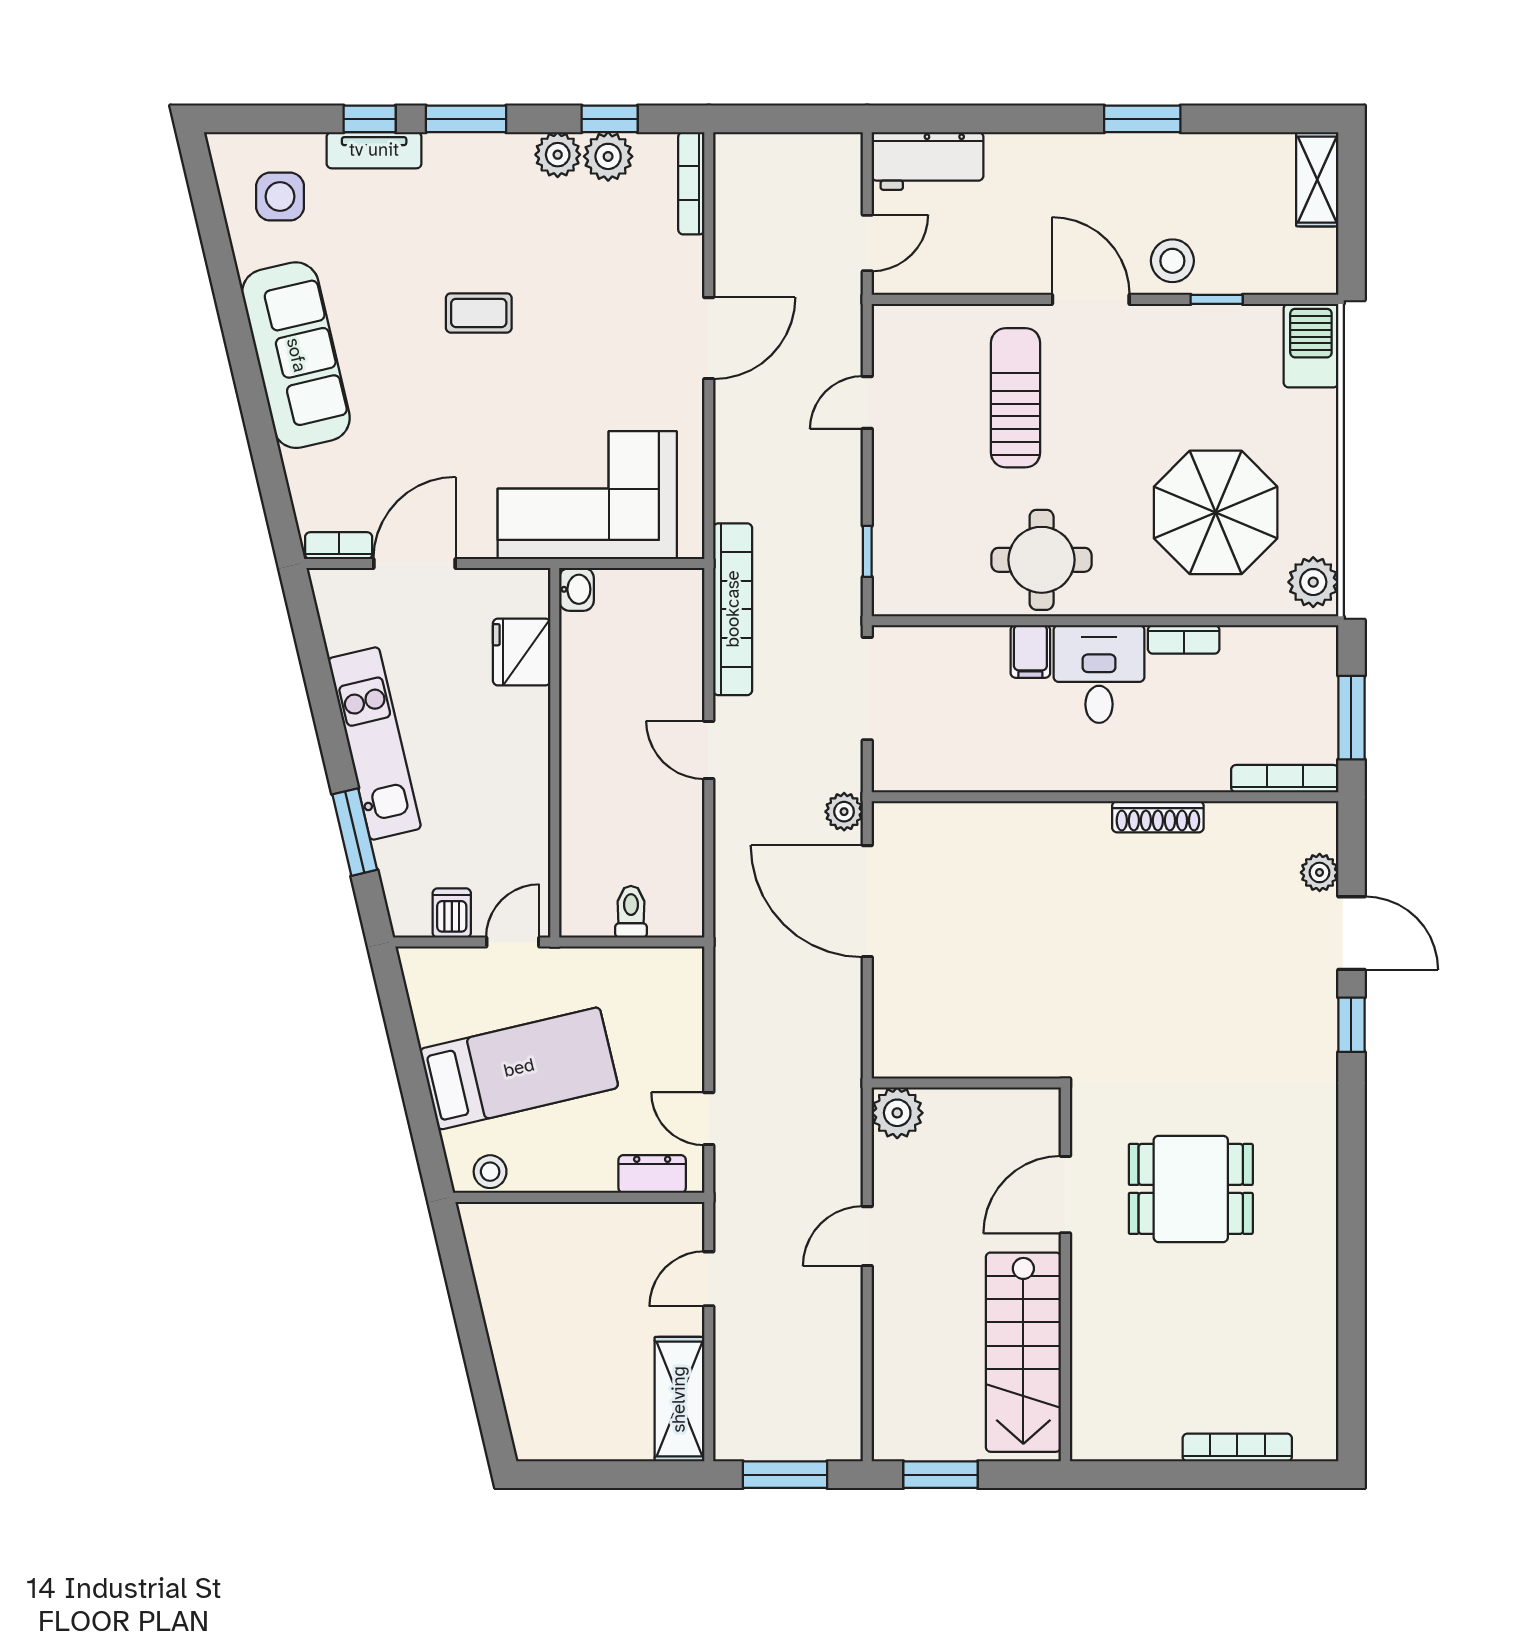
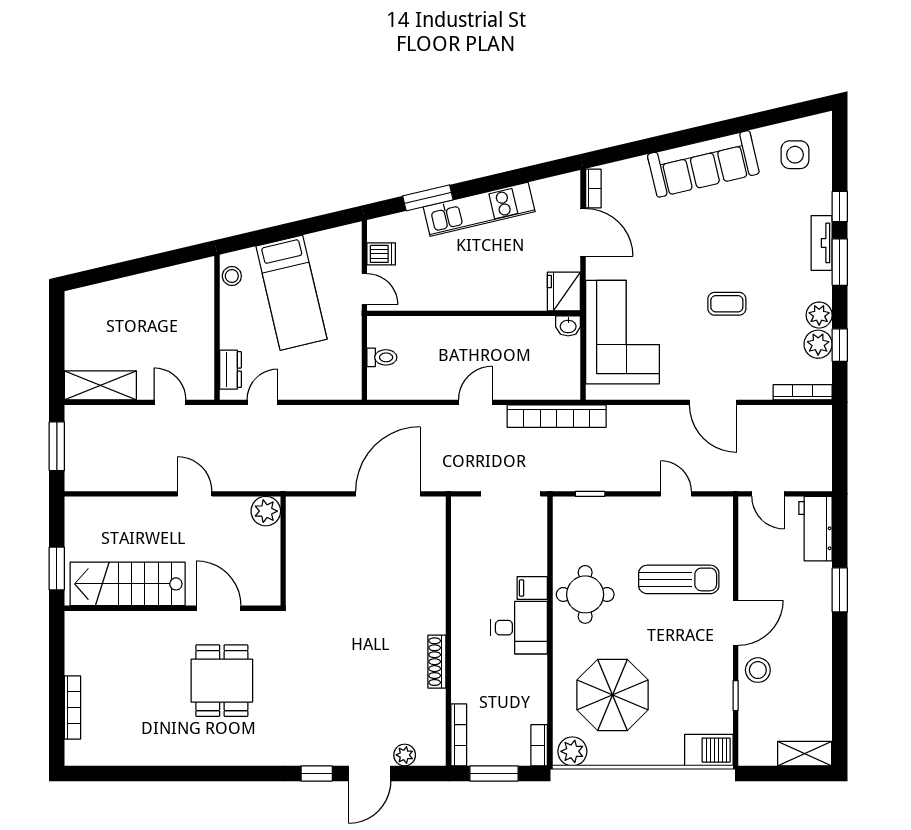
window: (1142, 119) -> (840, 590), moved
tv unit: (374, 150) -> (822, 243), moved
coffee table: (479, 313) -> (727, 304), moved, turned 90
bookcase: (1184, 639) -> (539, 745), moved
fridge: (522, 652) -> (564, 292), moved, turned -90
plant: (844, 812) -> (440, 480), removed
window: (940, 1475) -> (57, 569), moved

